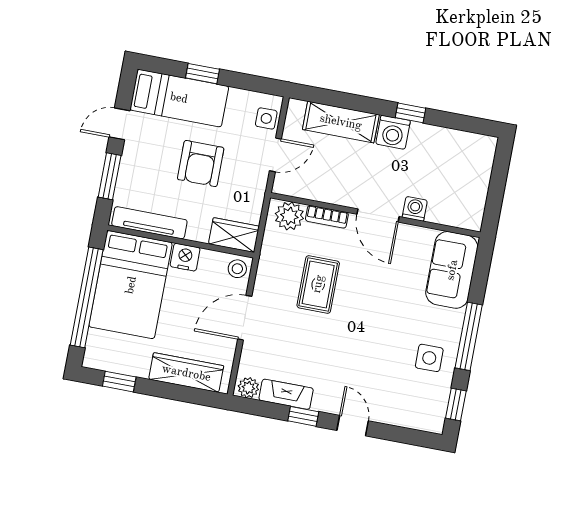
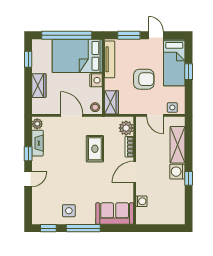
armchair: (201, 164) -> (144, 79), turned 180
washing machine: (415, 209) -> (141, 201), moved
rug: (318, 284) -> (95, 149), turned 90
wardrobe: (186, 373) -> (39, 86), width x0.67

